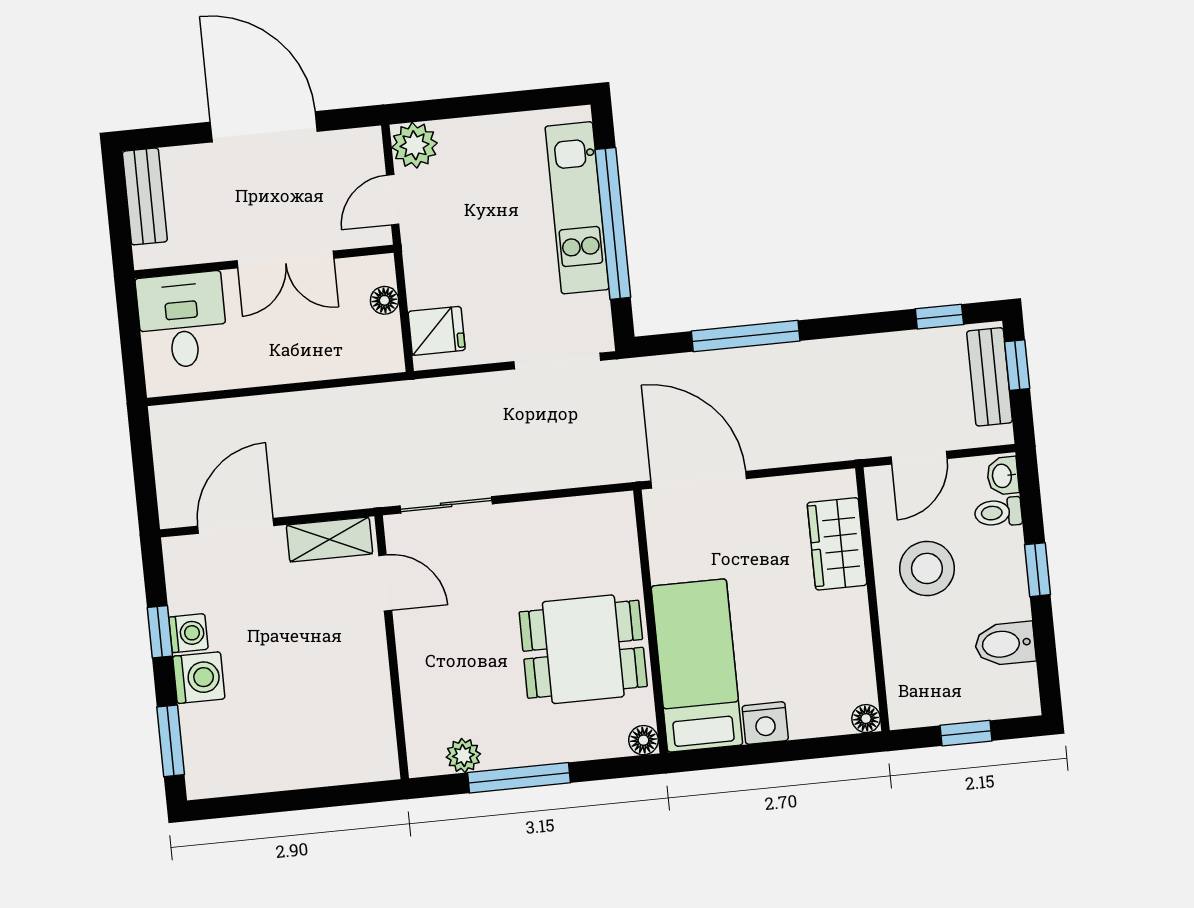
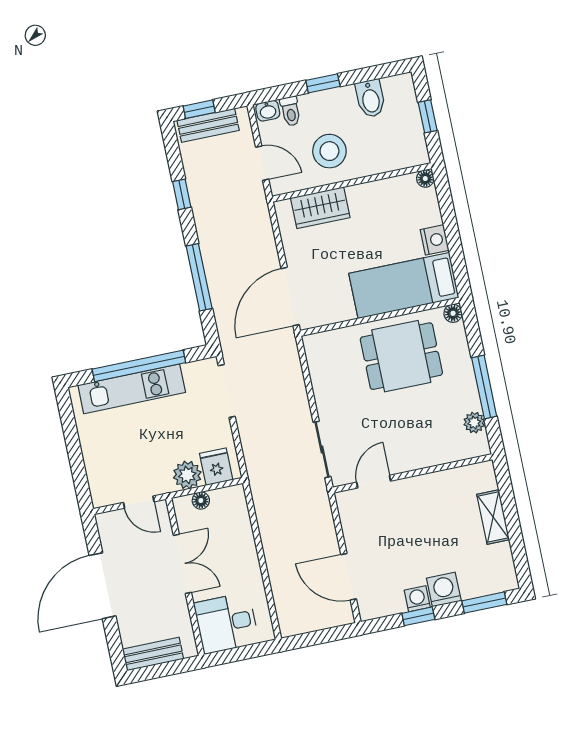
plant: (415, 145) -> (187, 475), moved
window: (939, 317) -> (182, 194), moved
shelving: (329, 539) -> (493, 517), moved
dining table: (583, 649) -> (401, 356), turned 90

